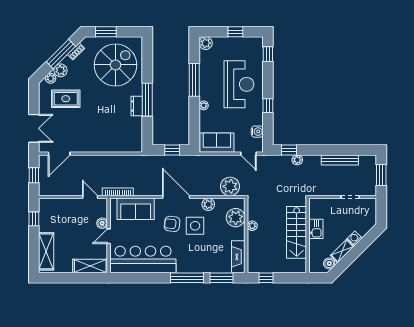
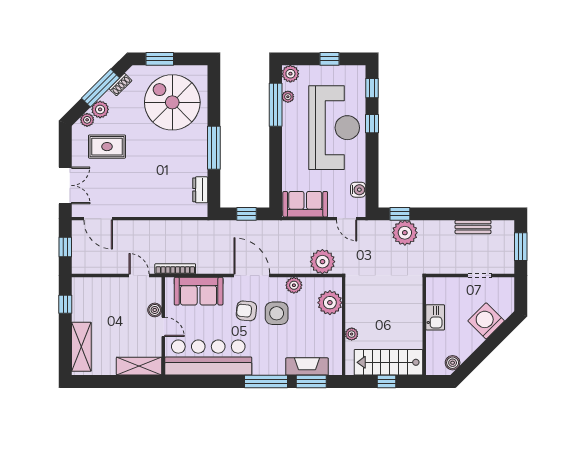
spiral stairs: (116, 65) -> (172, 102), turned -90
window: (194, 80) -> (276, 105), moved
reception desk: (239, 84) -> (334, 128), width x1.36, depth x1.30
plant: (204, 105) -> (288, 97), moved
dresser: (137, 106) -> (200, 190), moved
window: (268, 106) -> (372, 124), moved
door: (59, 154) -> (98, 219), hinge flipped
plant: (297, 160) -> (405, 233), width x1.88, depth x1.88
bench: (340, 160) -> (473, 227), width x0.73
plant: (252, 226) -> (352, 334), moved
stairs: (297, 232) -> (388, 362), moved, turned 90
door: (109, 236) -> (163, 327), swing flipped
washing machine: (355, 238) -> (486, 321), width x1.89, depth x1.89
shelving: (342, 251) -> (470, 346), removed
fireplace: (238, 257) -> (307, 366), moved, turned 90
window: (266, 278) -> (386, 382), moved

